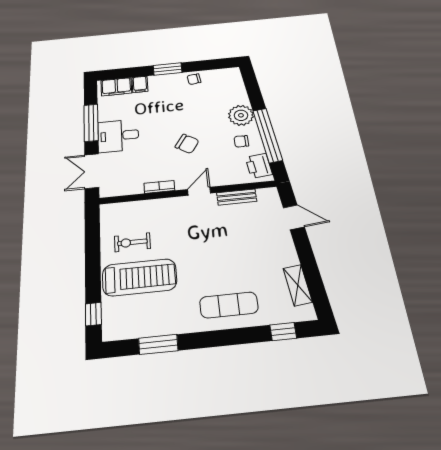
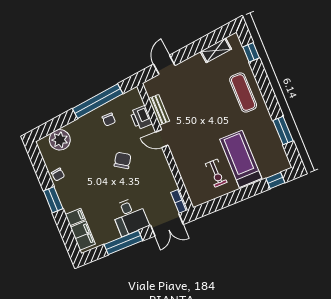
plant: (241, 115) -> (60, 140), moved
printer: (259, 166) -> (141, 118), moved, turned 96
bookcase: (159, 187) -> (179, 201), moved

